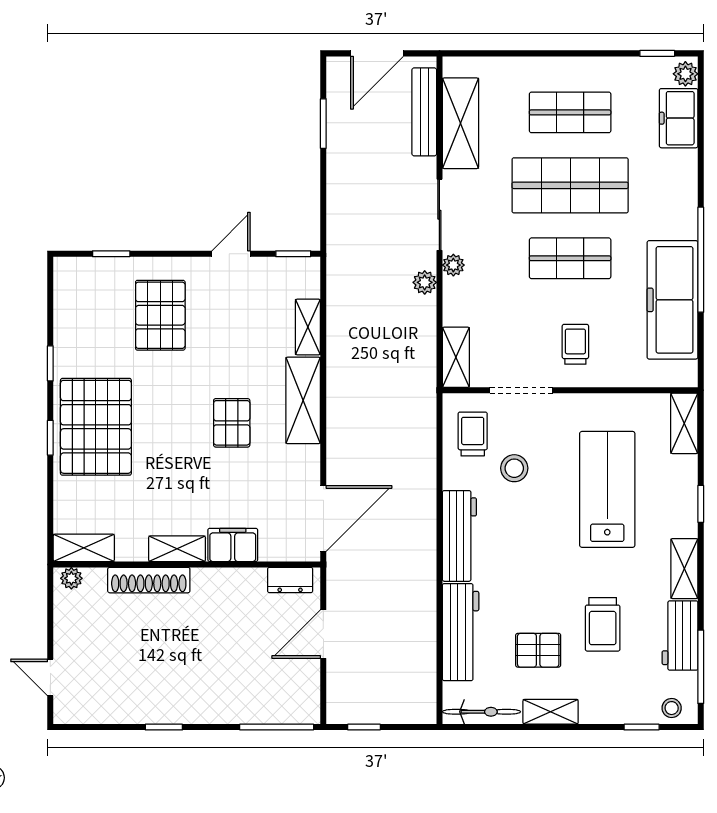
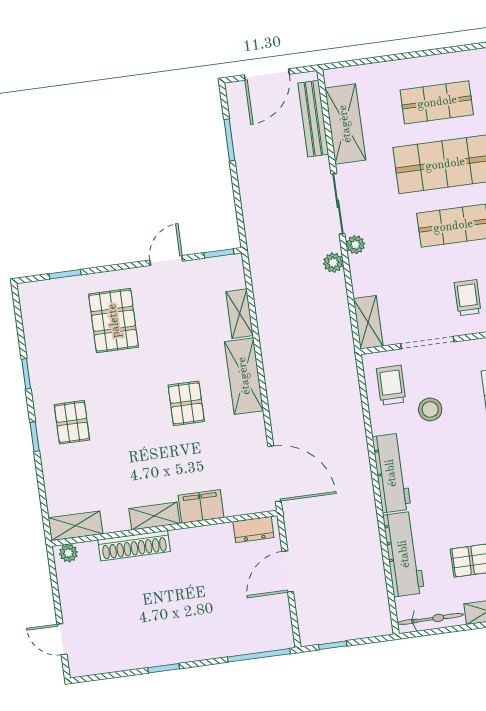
pallet: (96, 427) -> (72, 422), width x0.49, depth x0.50
door: (323, 518) -> (274, 474), hinge flipped

